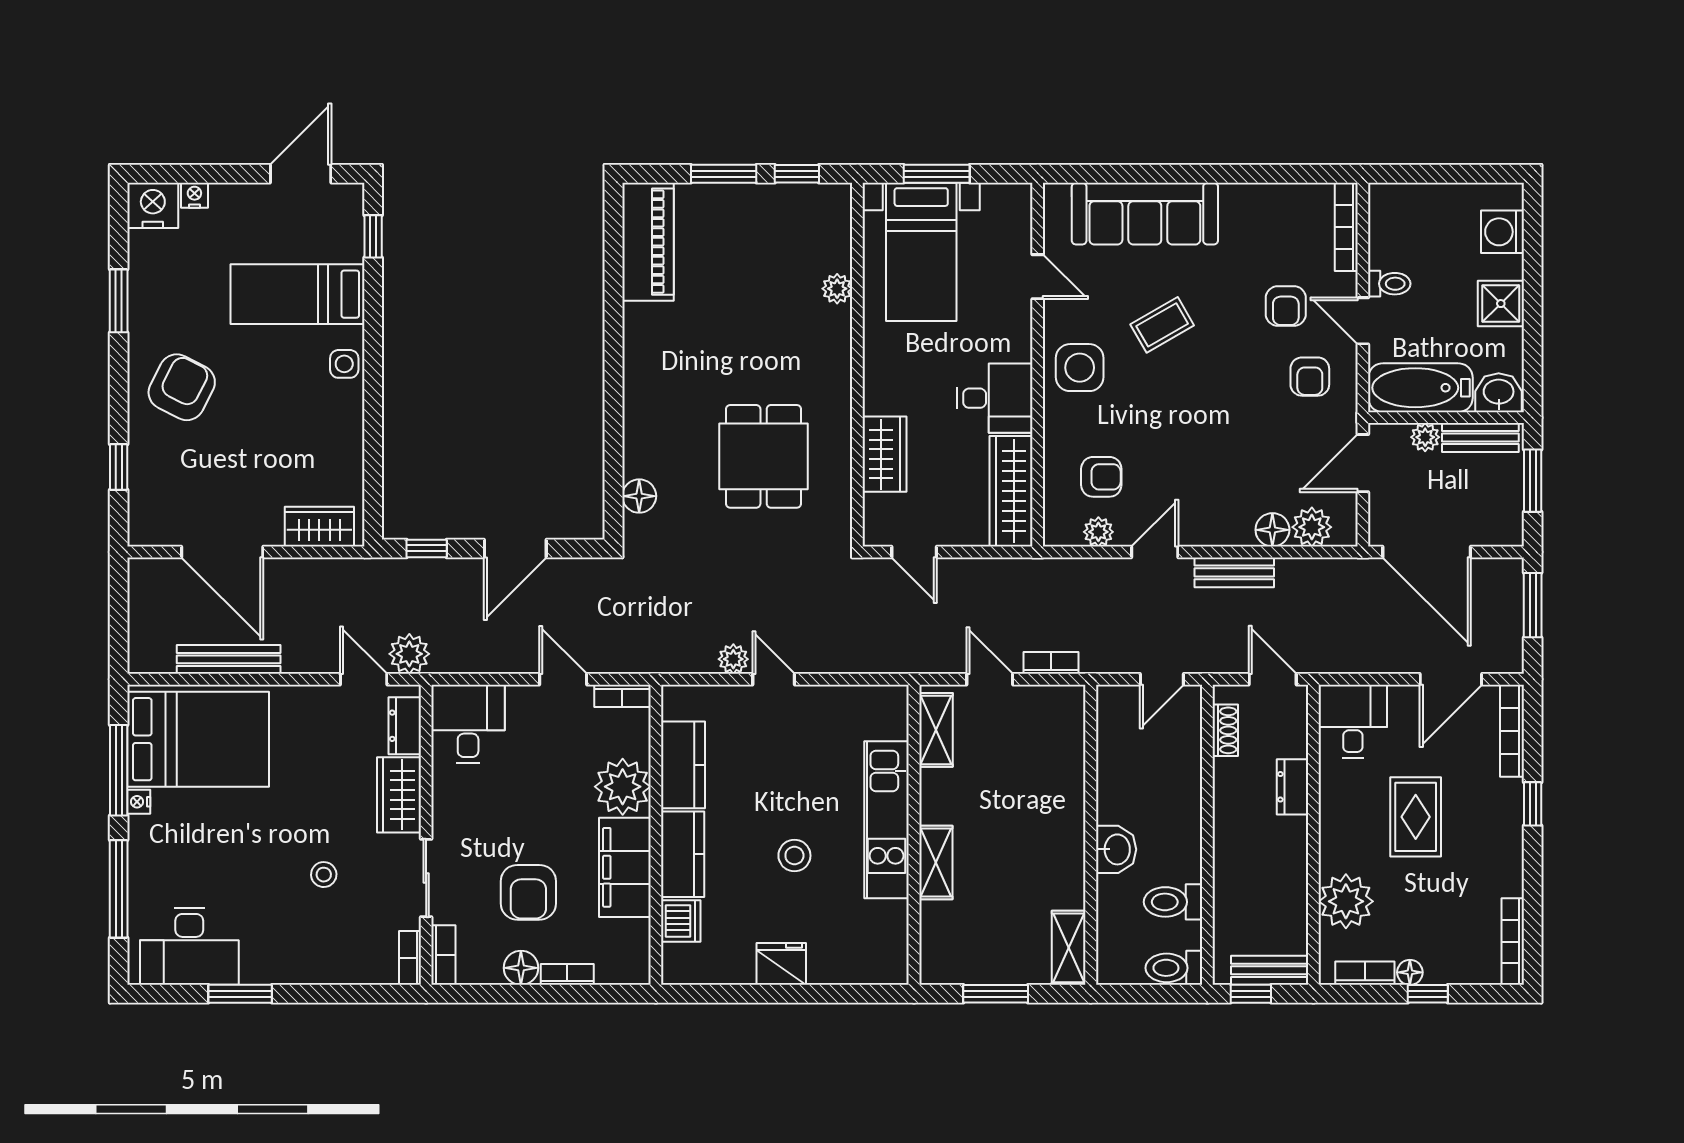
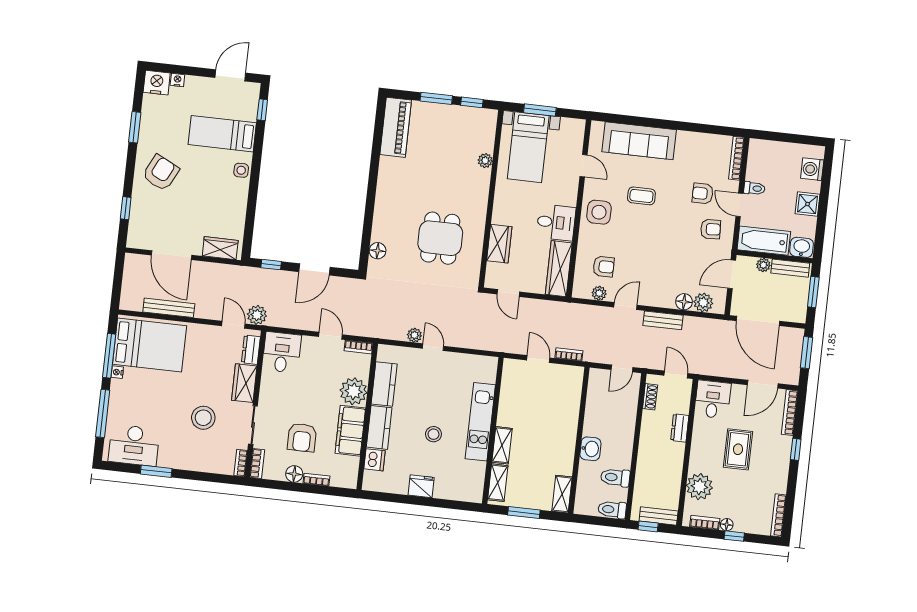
armchair: (1286, 306) -> (703, 193), turned 90
coffee table: (1162, 325) -> (641, 196), turned 30
armchair: (1310, 377) -> (711, 229), turned -93
shelving: (936, 730) -> (498, 483), moved
stool: (324, 875) -> (203, 418), width x1.89, depth x1.89

